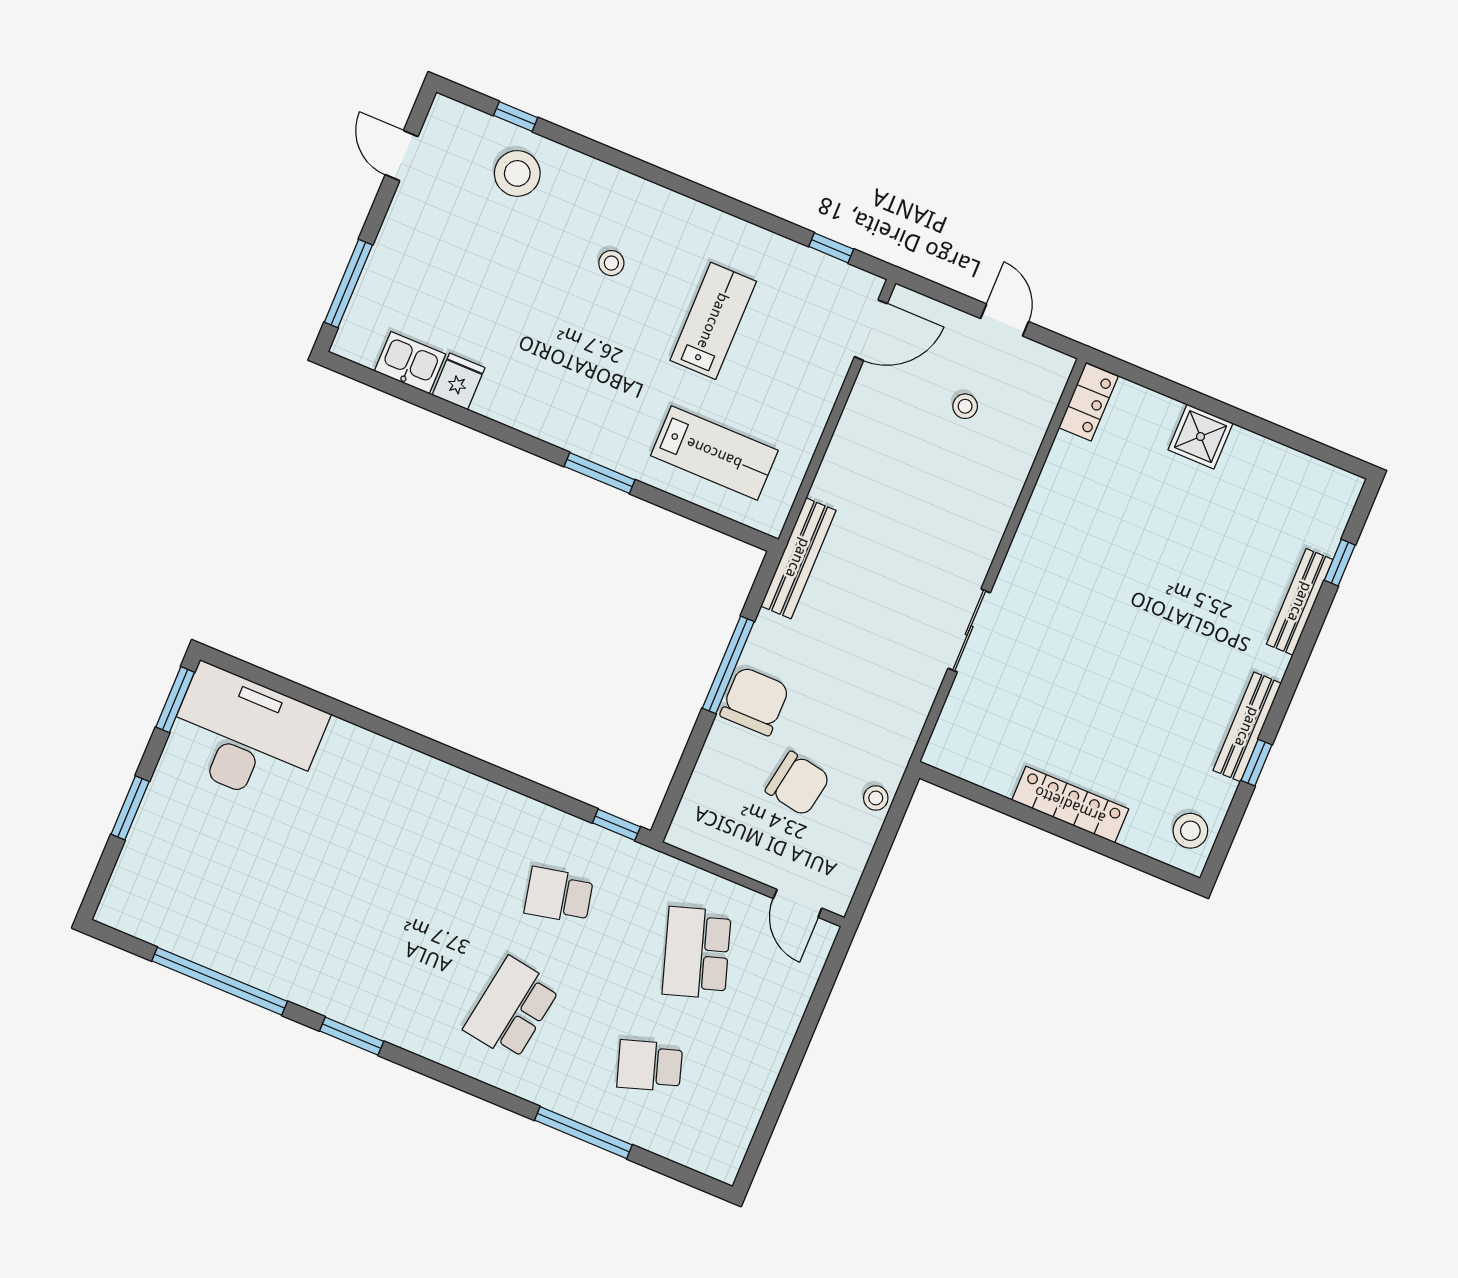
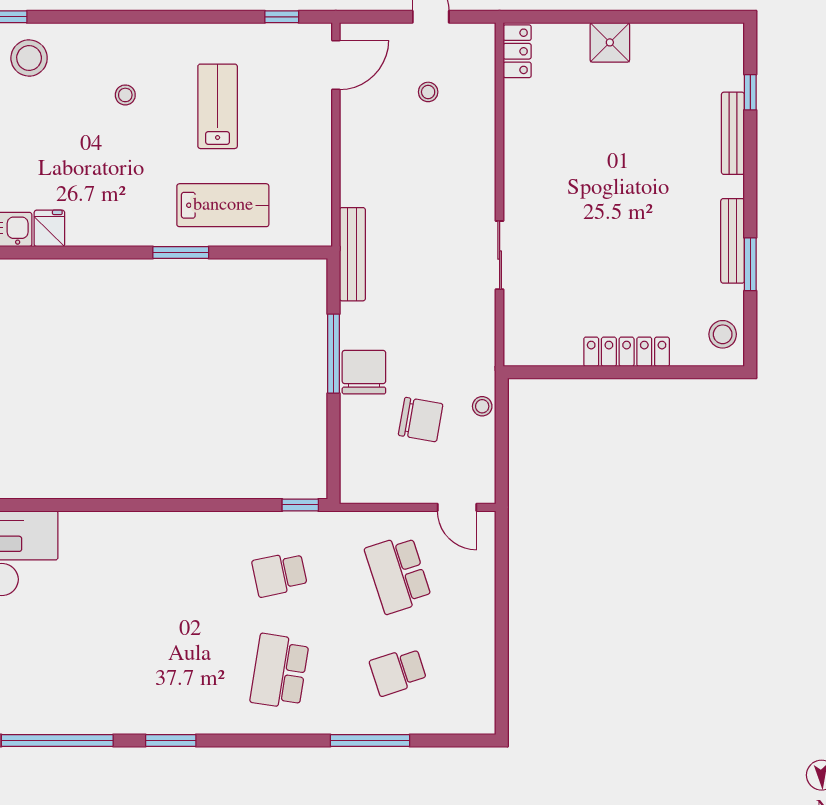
lab bench: (714, 453) -> (223, 205), moved
window: (1257, 763) -> (750, 264), width x1.50

